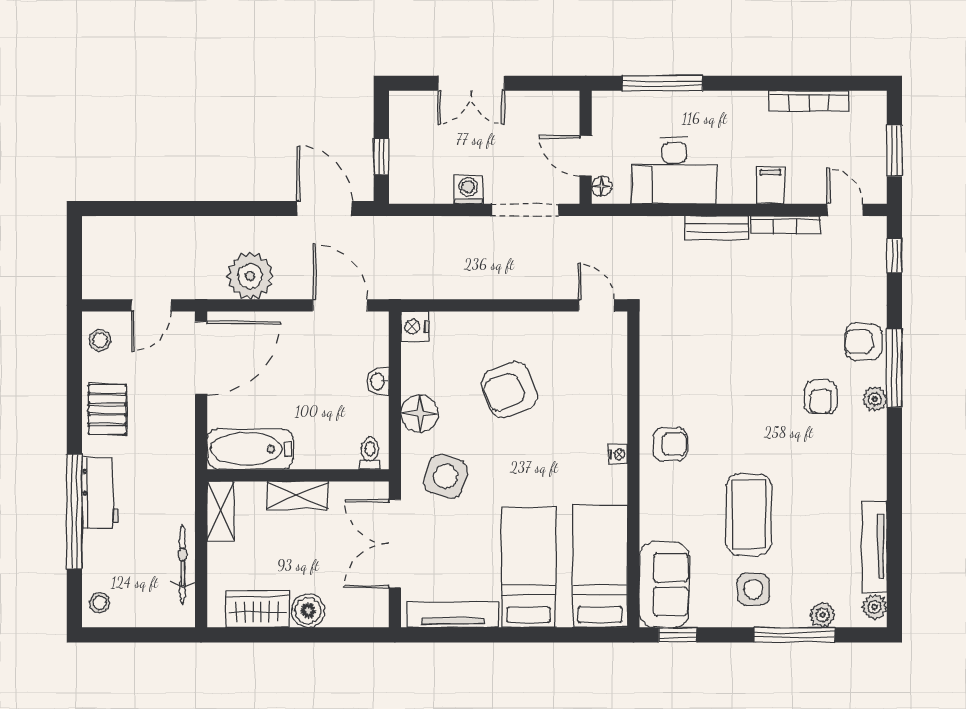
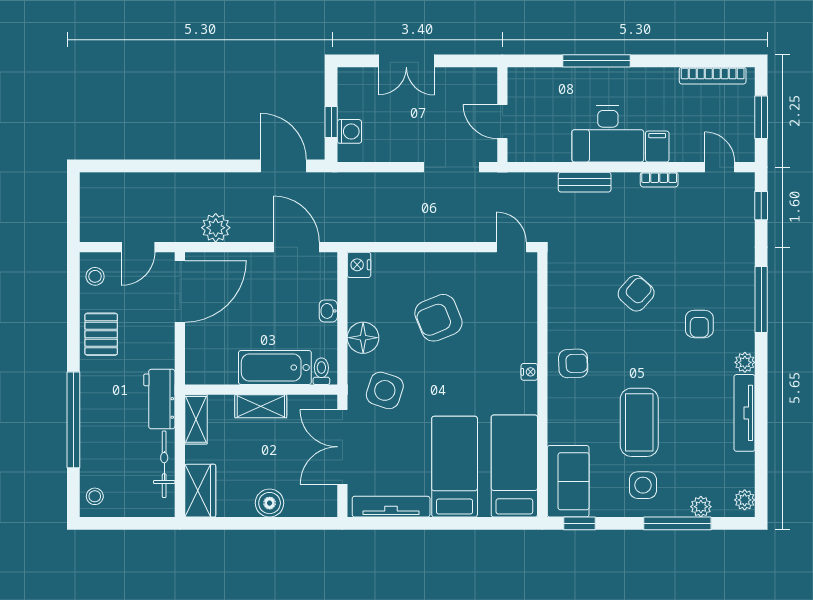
window: (662, 83) -> (596, 61), moved
bookcase: (809, 101) -> (713, 76), moved
desk: (674, 171) -> (608, 134), moved
floor lamp: (602, 186) -> (516, 147), removed
washing machine: (468, 190) -> (349, 131), moved, turned 90
bookcase: (785, 225) -> (659, 180), width x0.64
bench: (717, 228) -> (585, 182), moved
plant: (250, 276) -> (216, 228), width x0.73, depth x0.73
armchair: (863, 342) -> (636, 293), moved, turned 132
plant: (875, 399) -> (745, 362), moved
bathtub: (250, 449) -> (275, 368), moved
workbench: (100, 493) -> (159, 399), moved, turned 180
tv unit: (874, 546) -> (744, 413), moved
wardrobe: (257, 609) -> (200, 491), moved, turned 90

